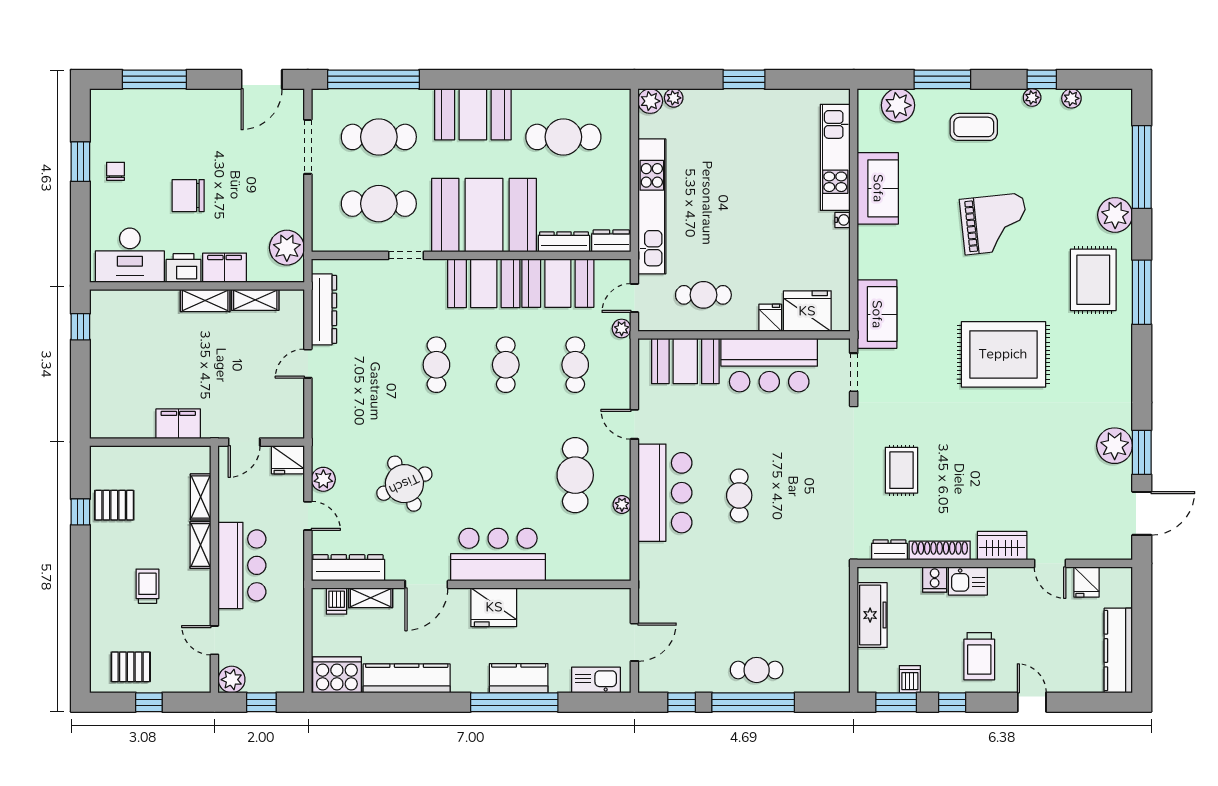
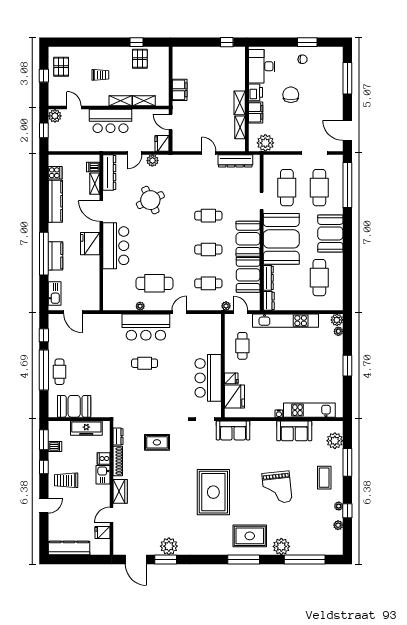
booth: (685, 361) -> (74, 406), moved, turned 90
door: (214, 640) -> (74, 108), hinge flipped
cooker: (337, 675) -> (55, 173), width x0.53, depth x0.76

